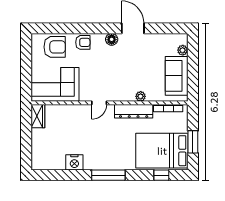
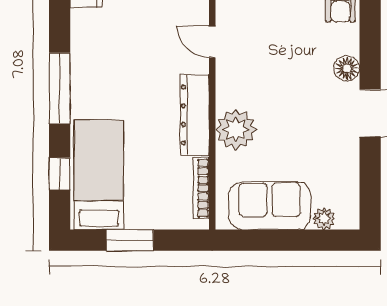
plant: (141, 96) -> (236, 130), width x1.87, depth x1.87
bed: (162, 151) -> (99, 175), width x0.67
window: (108, 175) -> (60, 88), moved

